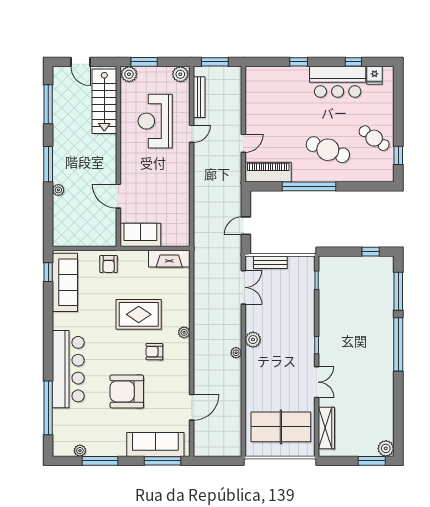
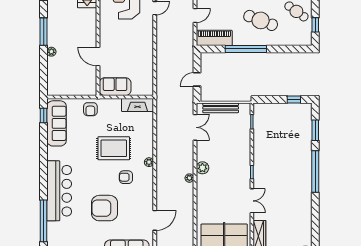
bench: (270, 262) -> (221, 108), width x1.36
window: (398, 291) -> (315, 130), width x0.69

